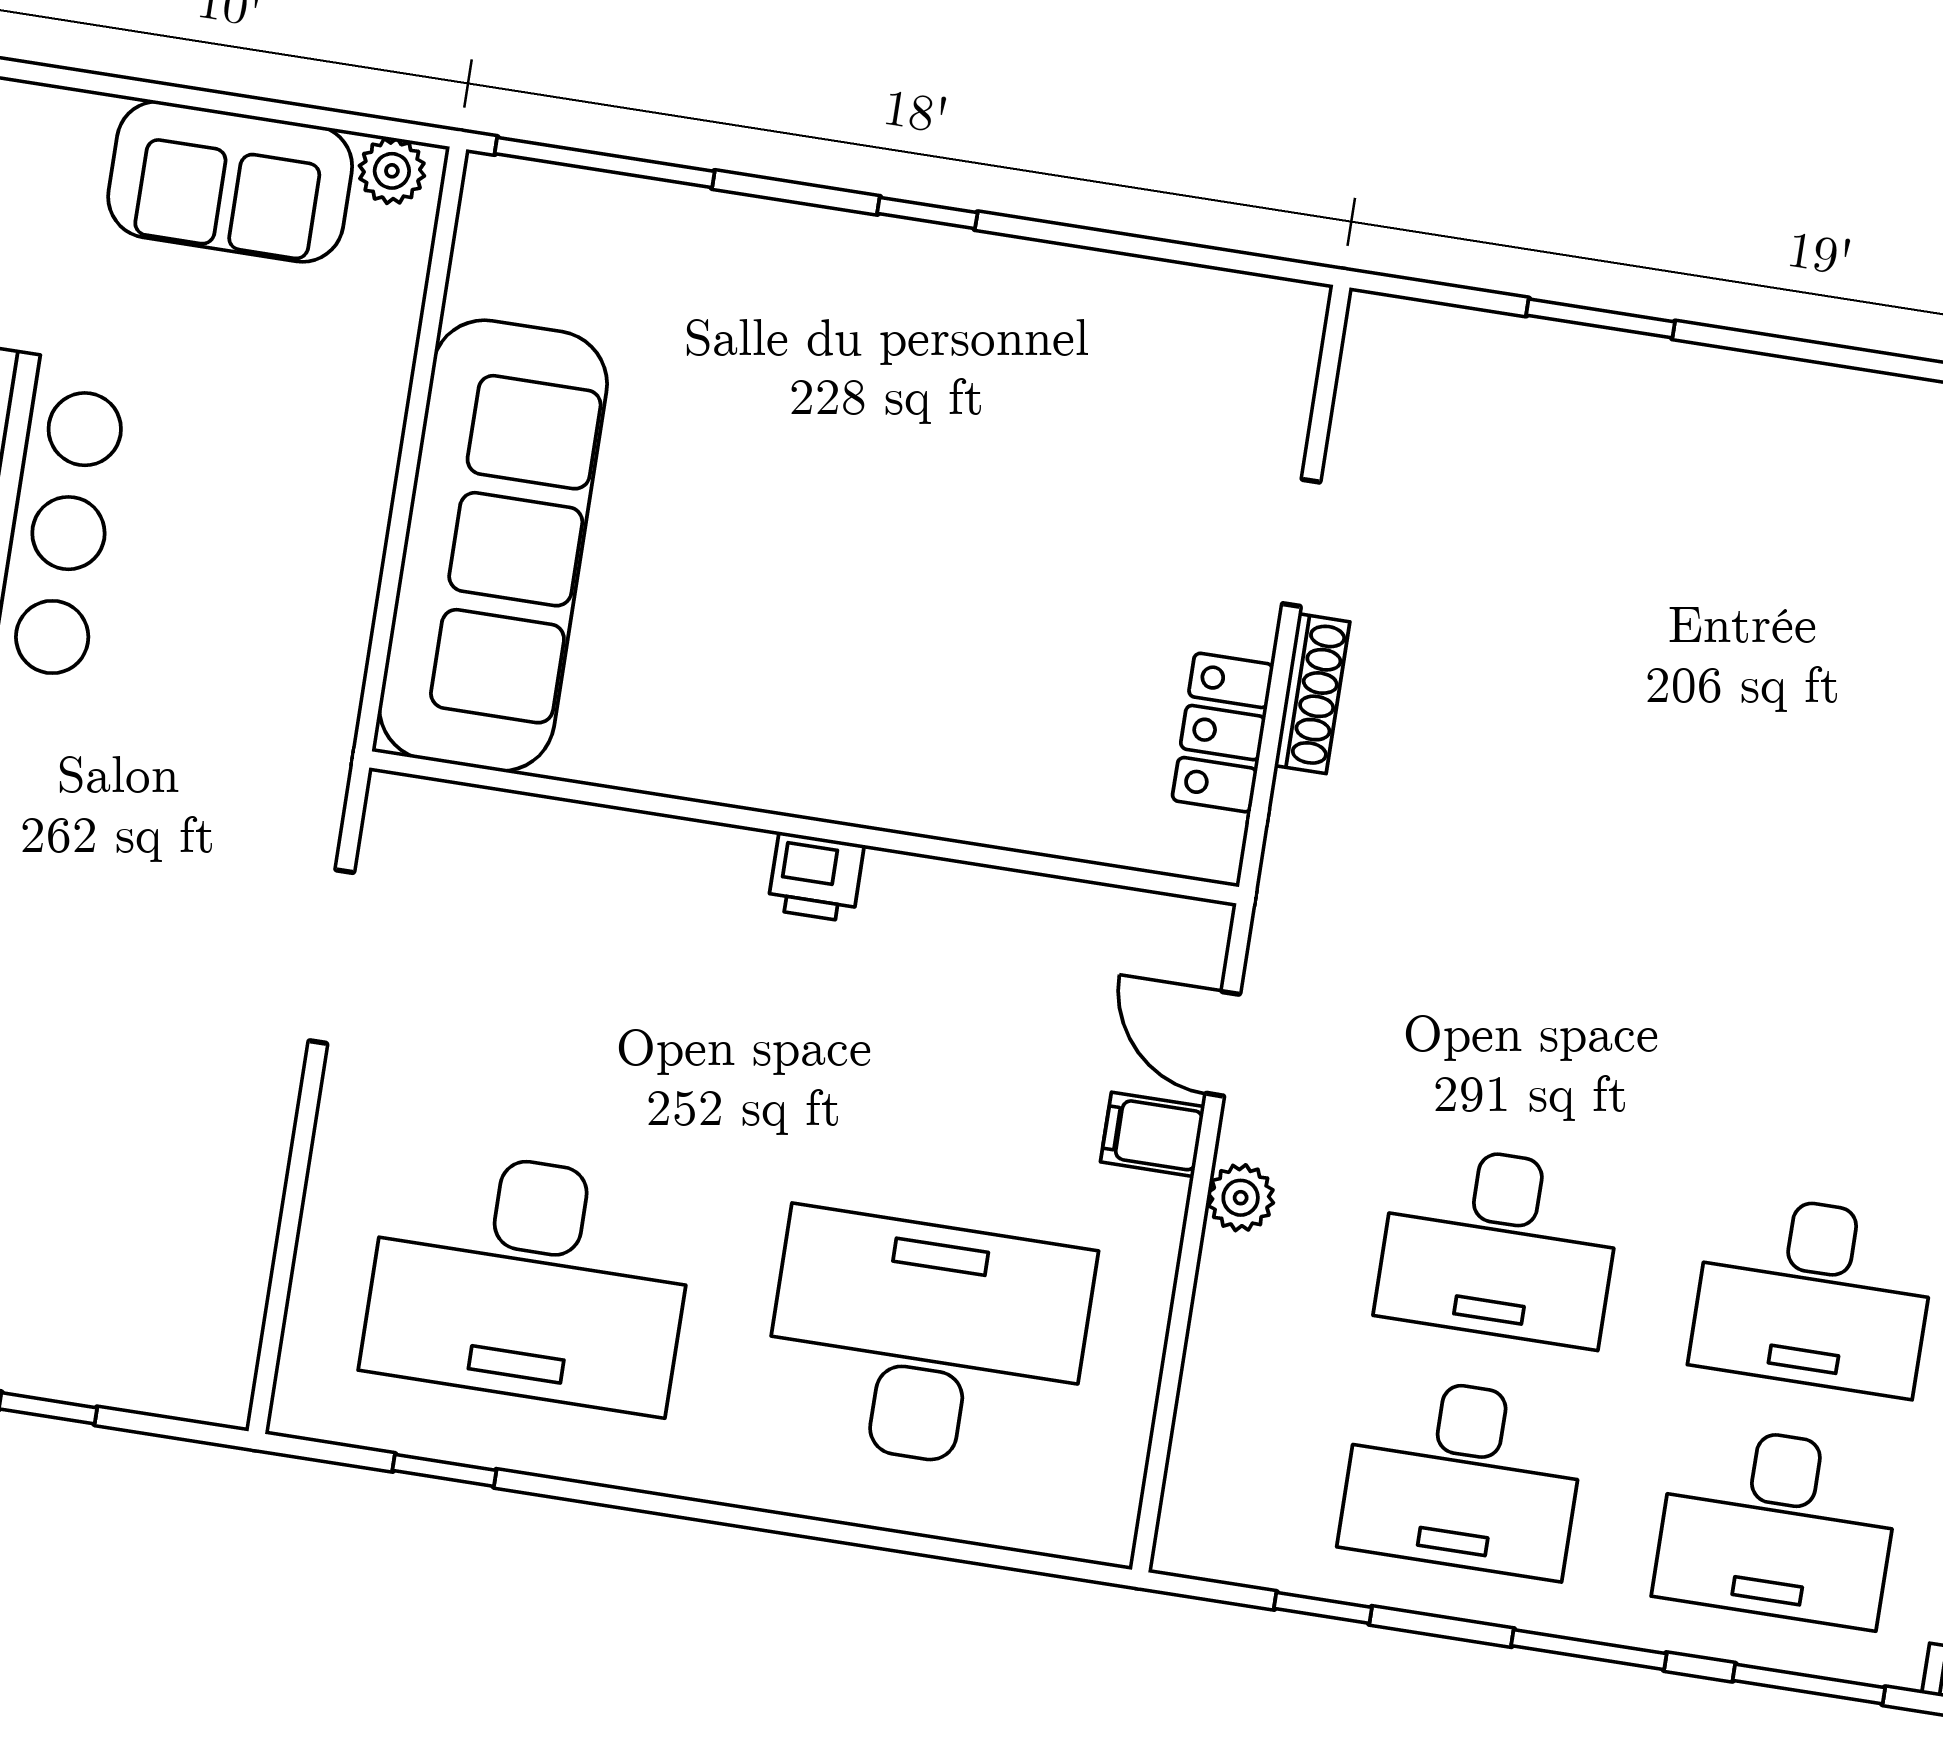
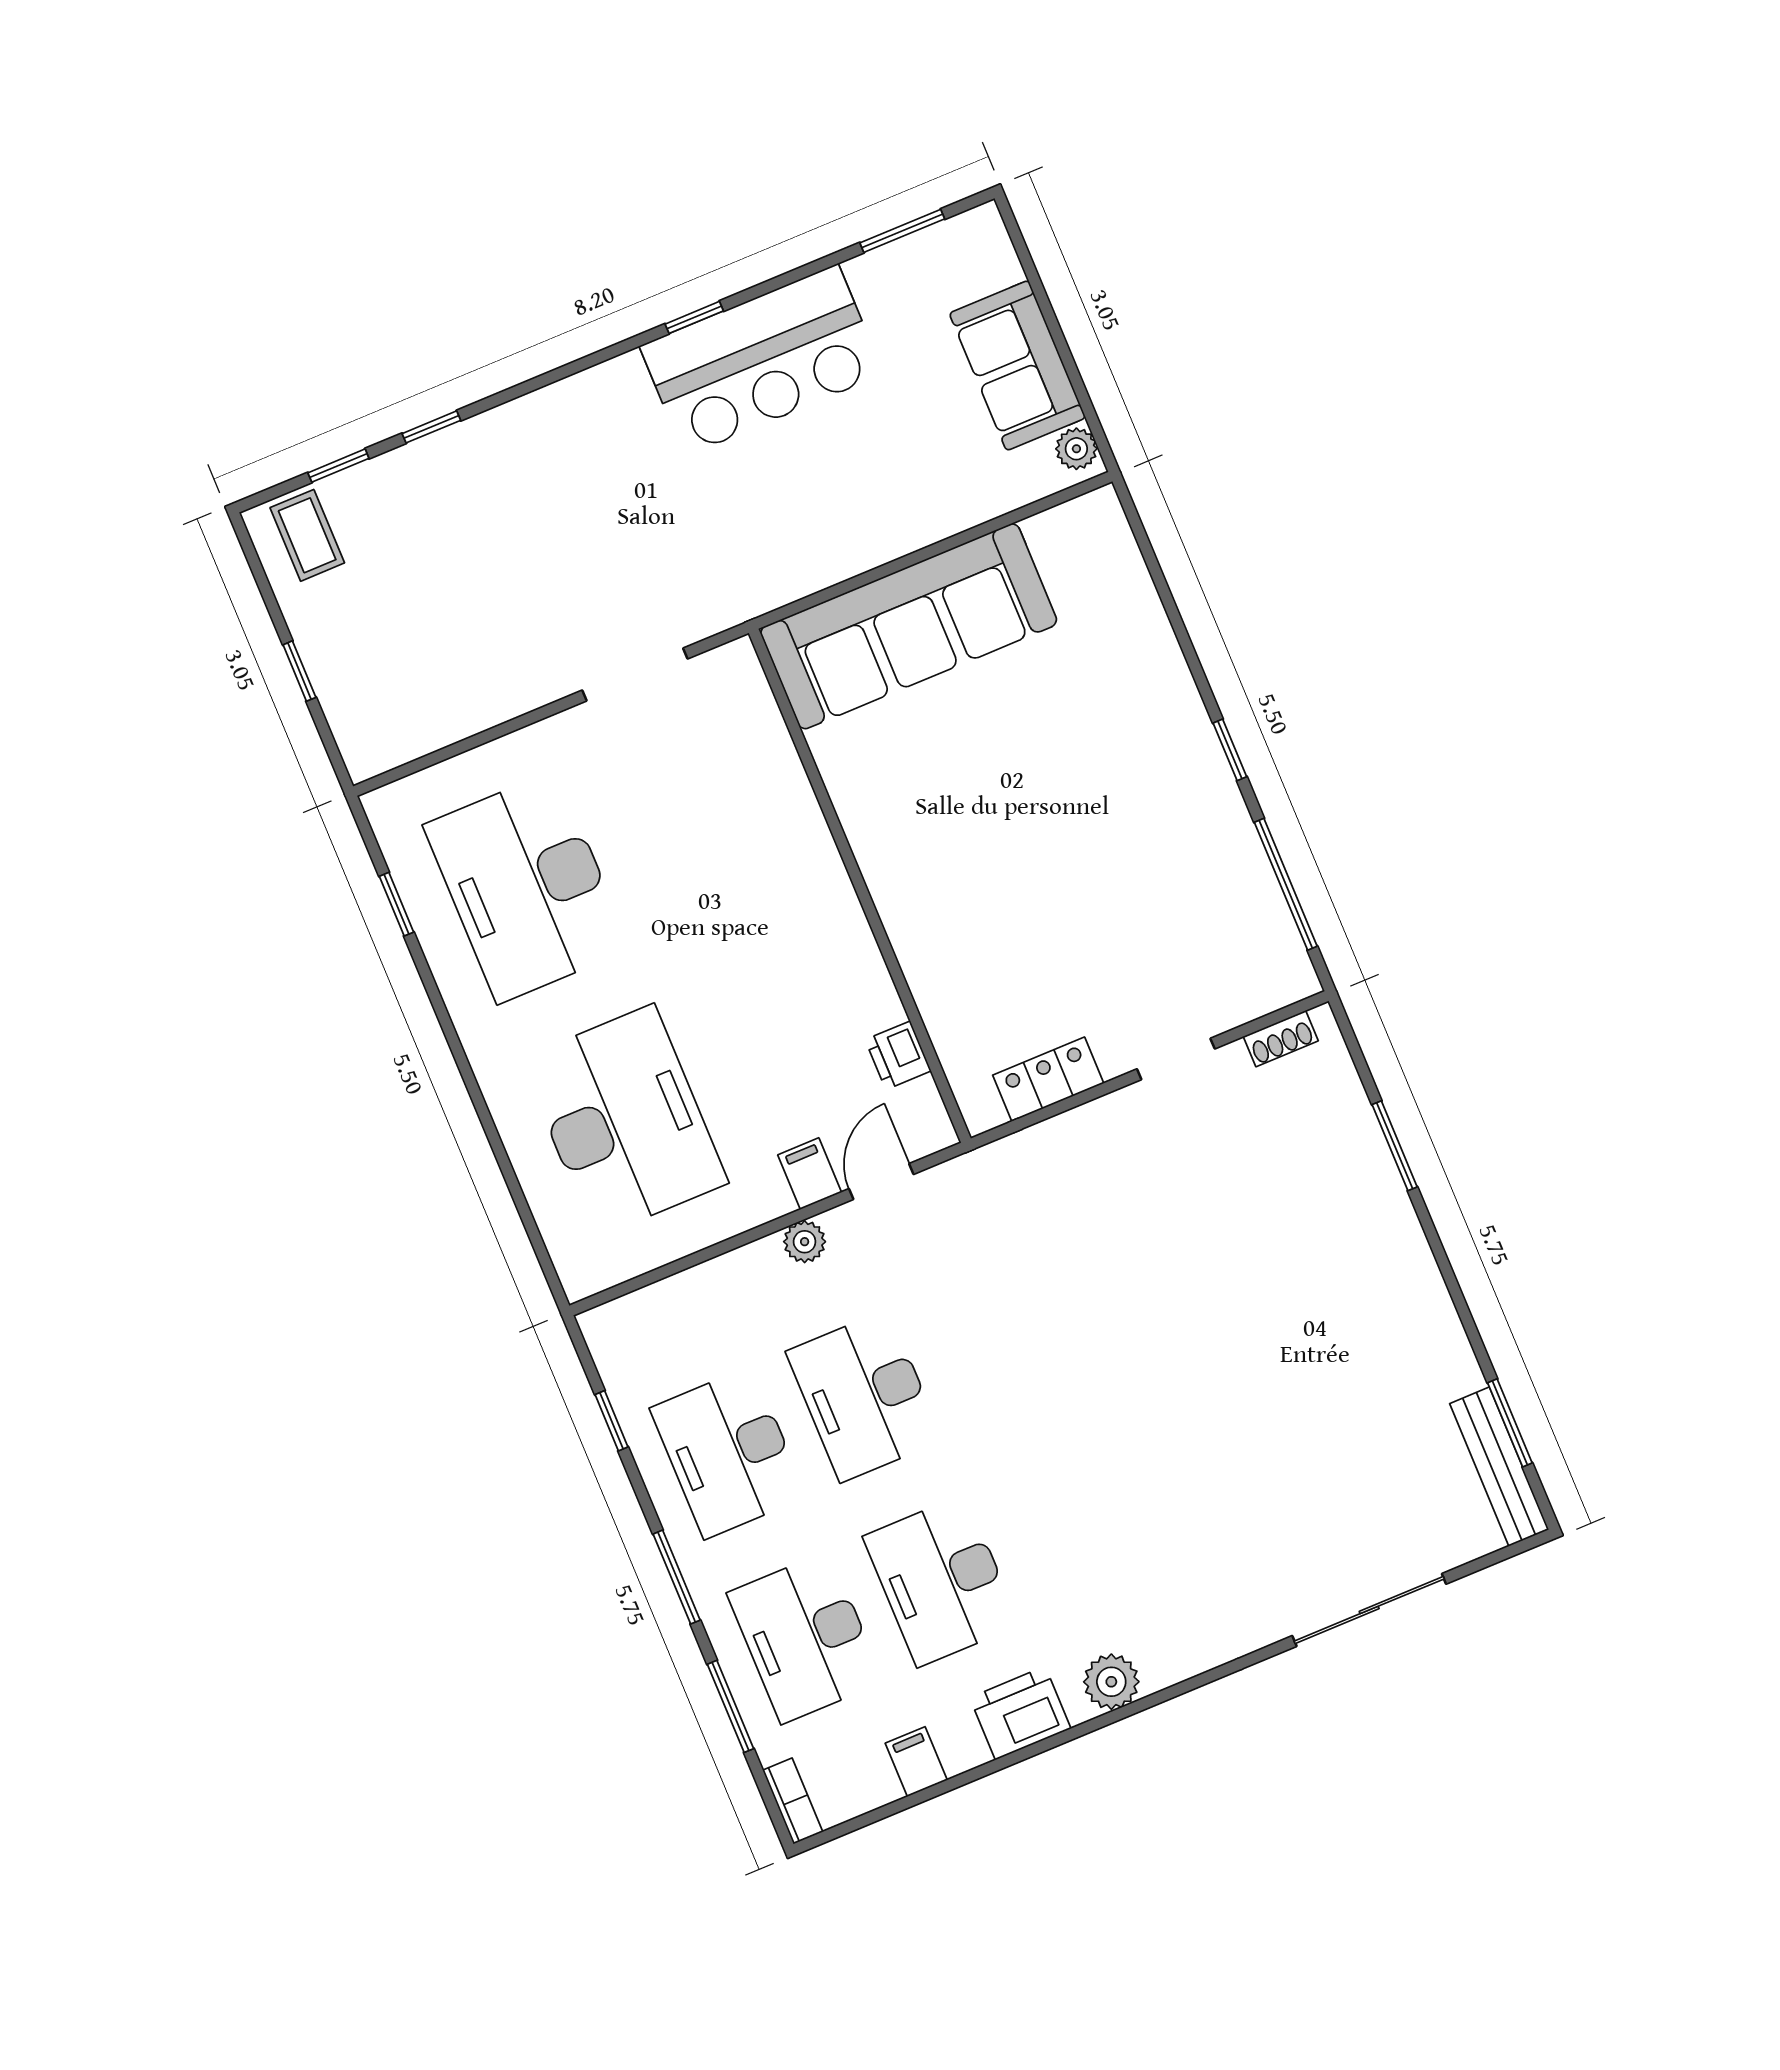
window: (605, 162) -> (1286, 884), moved
shoe rack: (1312, 694) -> (1281, 1039), moved, width x0.70
printer: (816, 877) -> (898, 1055), moved

